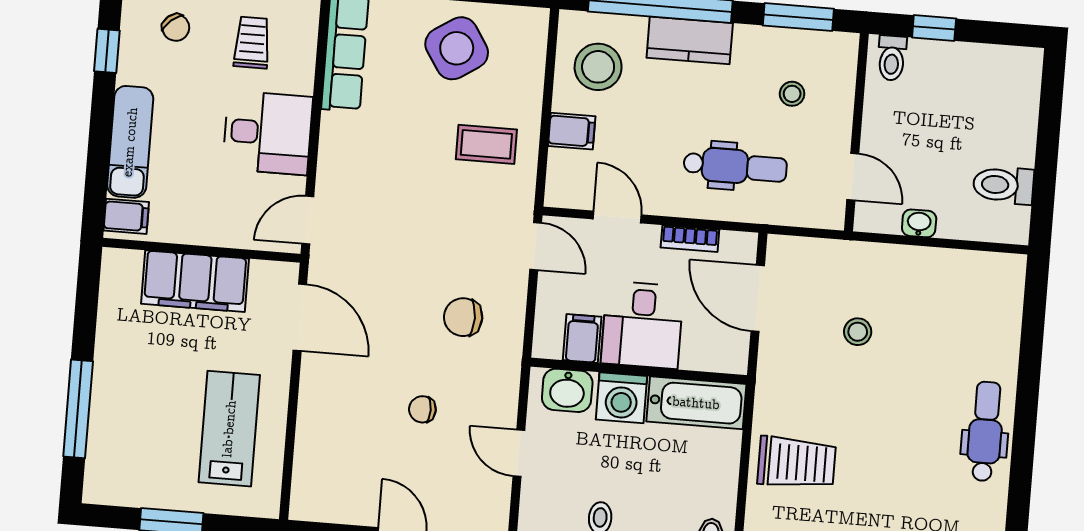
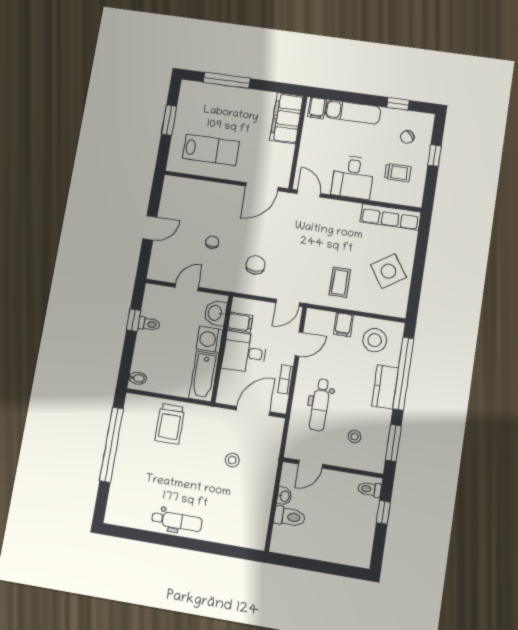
toilet: (1003, 185) -> (290, 517), moved, turned 90
filing cabinet: (195, 281) -> (286, 118), moved

